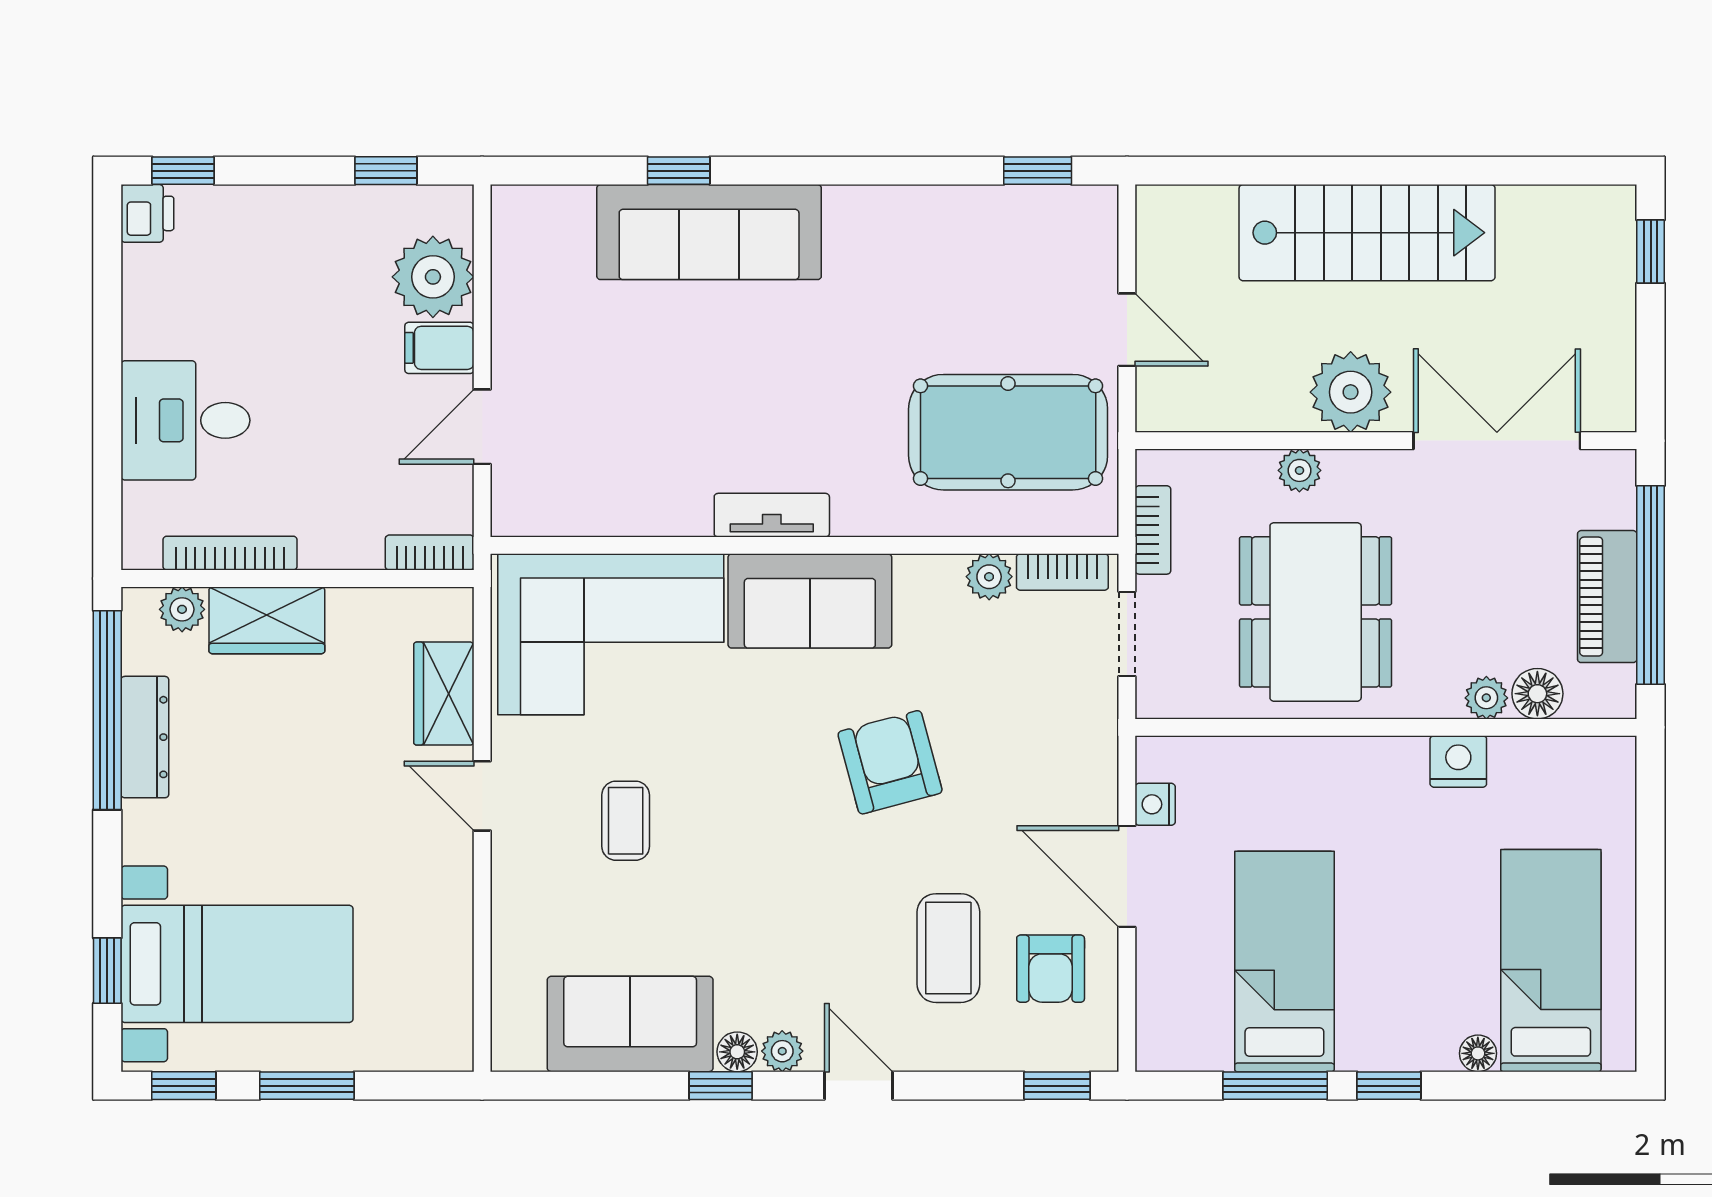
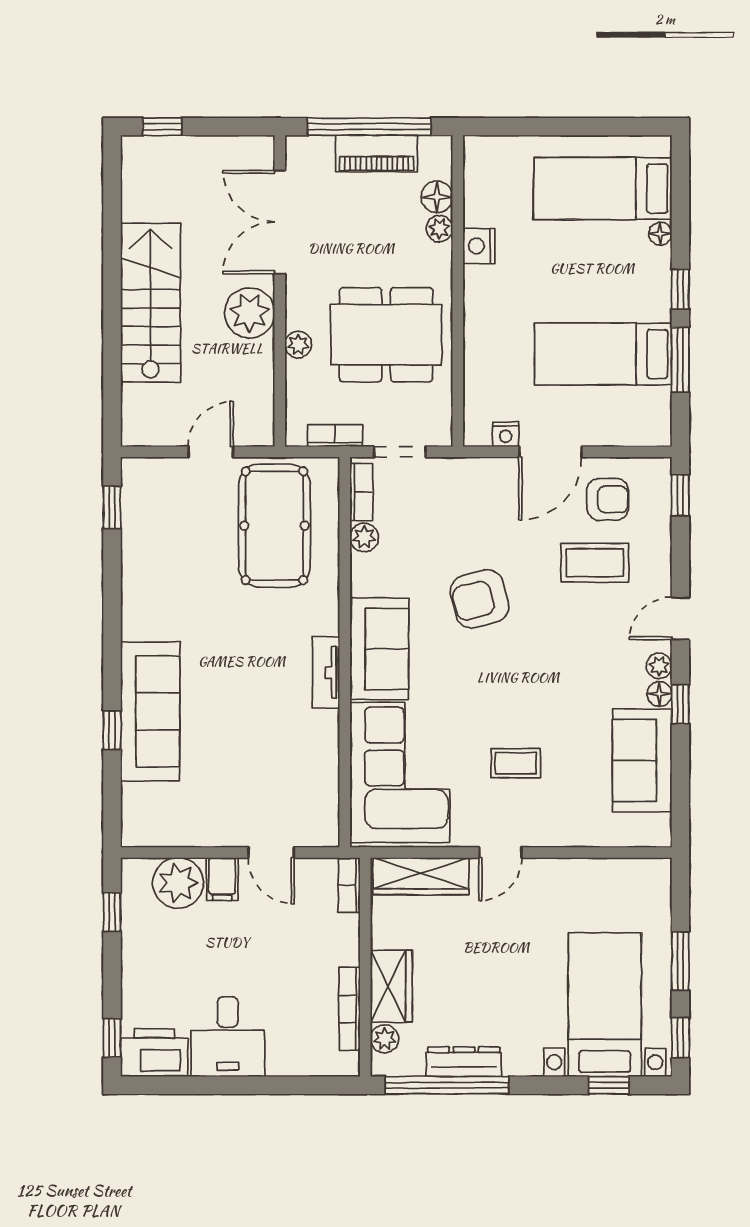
printer: (147, 213) -> (154, 1052), width x1.87, depth x1.48
desk: (185, 420) -> (228, 1037), moved
wardrobe: (444, 694) -> (421, 876), width x1.50

